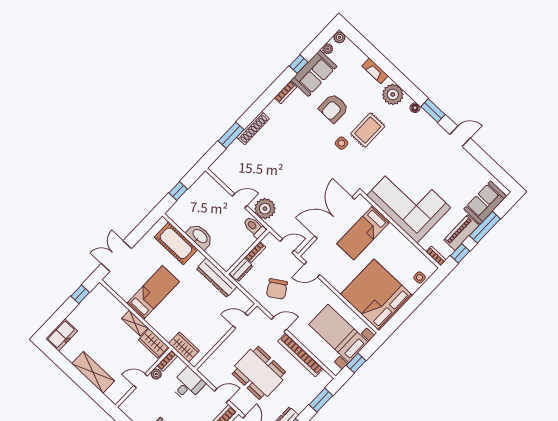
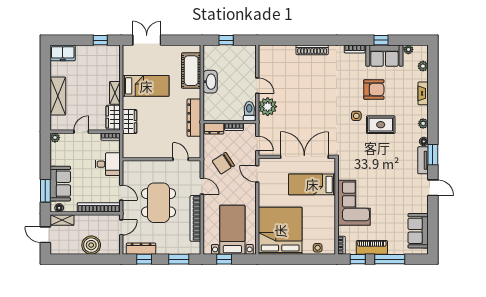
plant: (339, 37) -> (423, 66), moved
plant: (393, 94) -> (423, 123), width x0.53, depth x0.53
armchair: (334, 108) -> (374, 89), turned 180
tv unit: (430, 123) -> (423, 160), added
window: (231, 135) -> (294, 40), removed
corner sofa: (409, 202) -> (354, 203), width x0.73, depth x0.74
sofa: (485, 203) -> (418, 231), moved, turned -90
wardrobe: (184, 347) -> (130, 122), moved
plant: (156, 374) -> (55, 138), moved
door: (141, 381) -> (81, 132), hinge flipped

